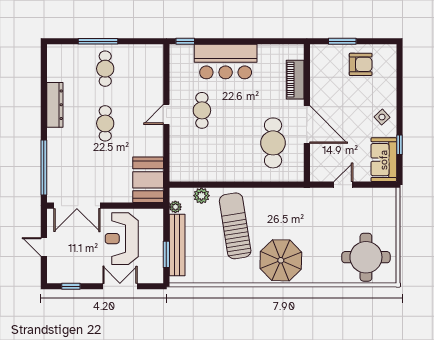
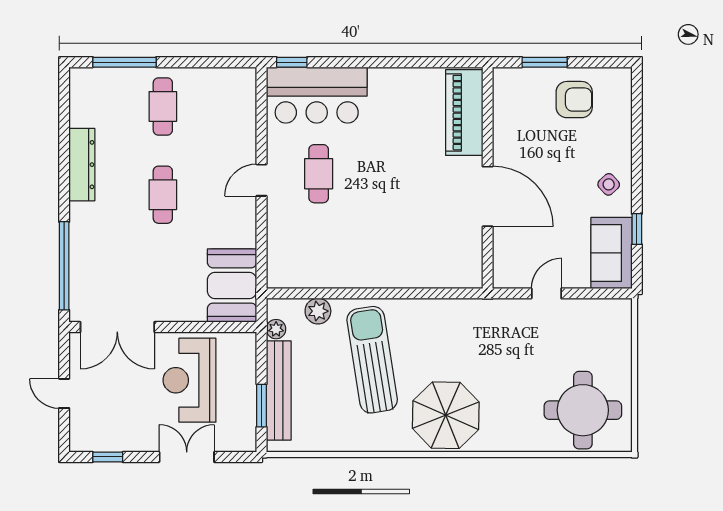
window: (98, 41) -> (125, 62), moved
bar counter: (226, 62) -> (317, 95), moved
piano: (295, 80) -> (464, 113), width x1.37, depth x1.33
cafe table: (273, 143) -> (433, 226), removed

